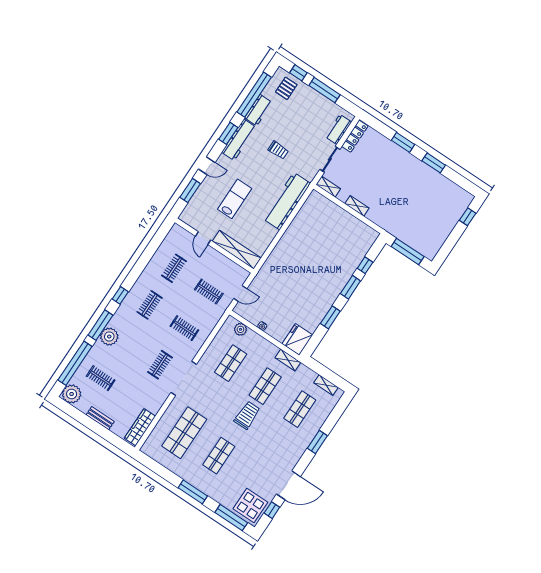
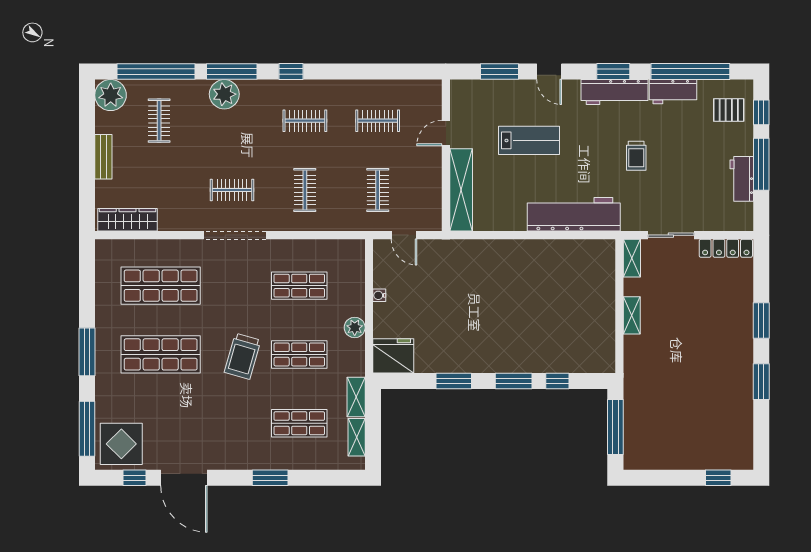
workbench: (338, 129) -> (742, 179), moved, turned -90
plant: (240, 329) -> (355, 328), moved
shelving: (288, 360) -> (356, 397), moved
trolley: (247, 415) -> (242, 356), turned 106
shop shelf: (219, 456) -> (161, 354), width x1.43, depth x1.36

